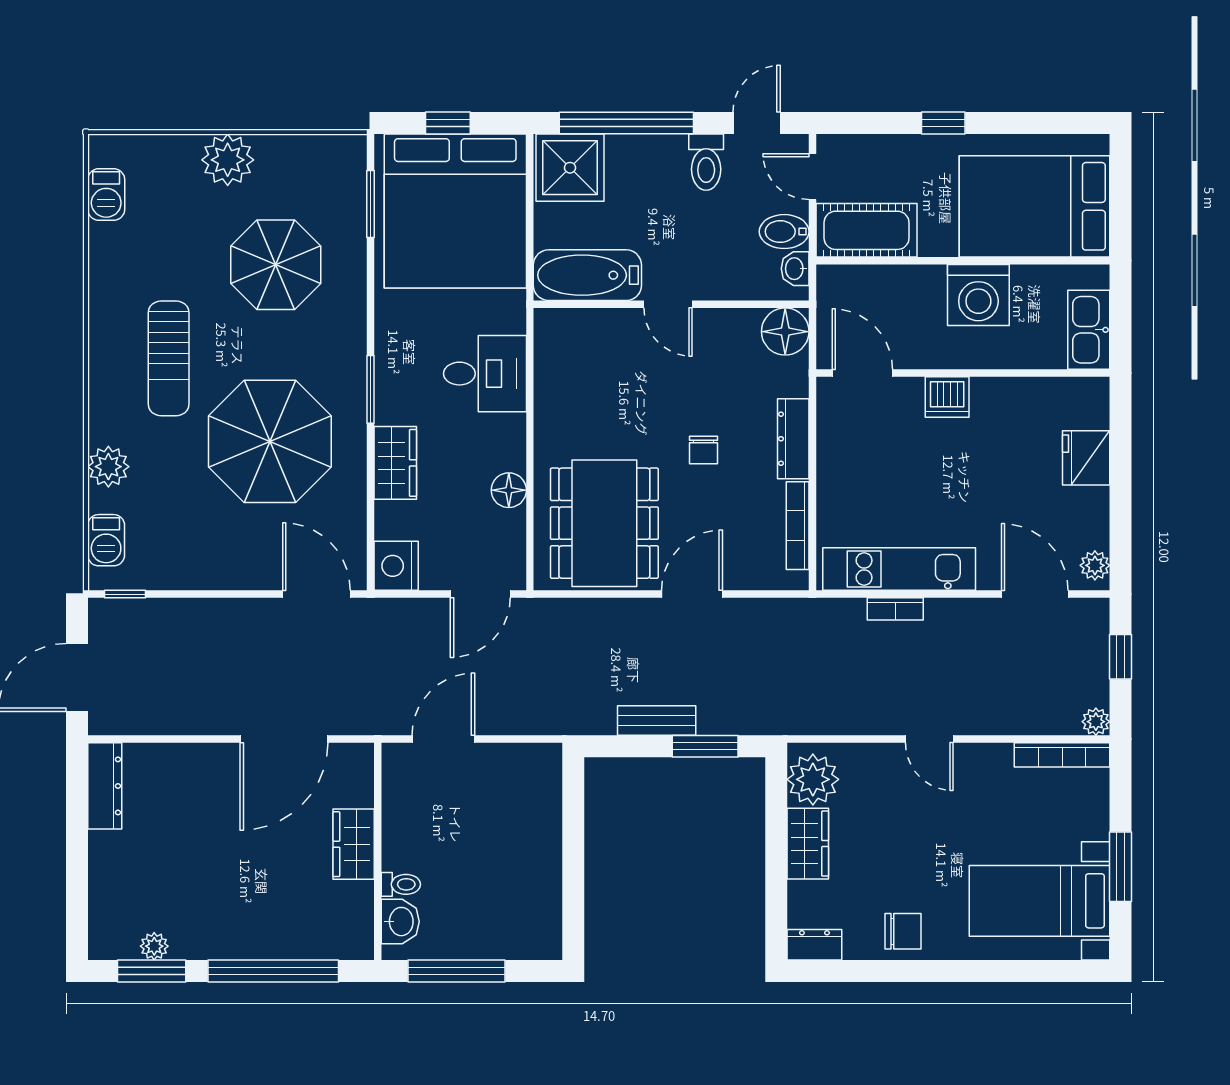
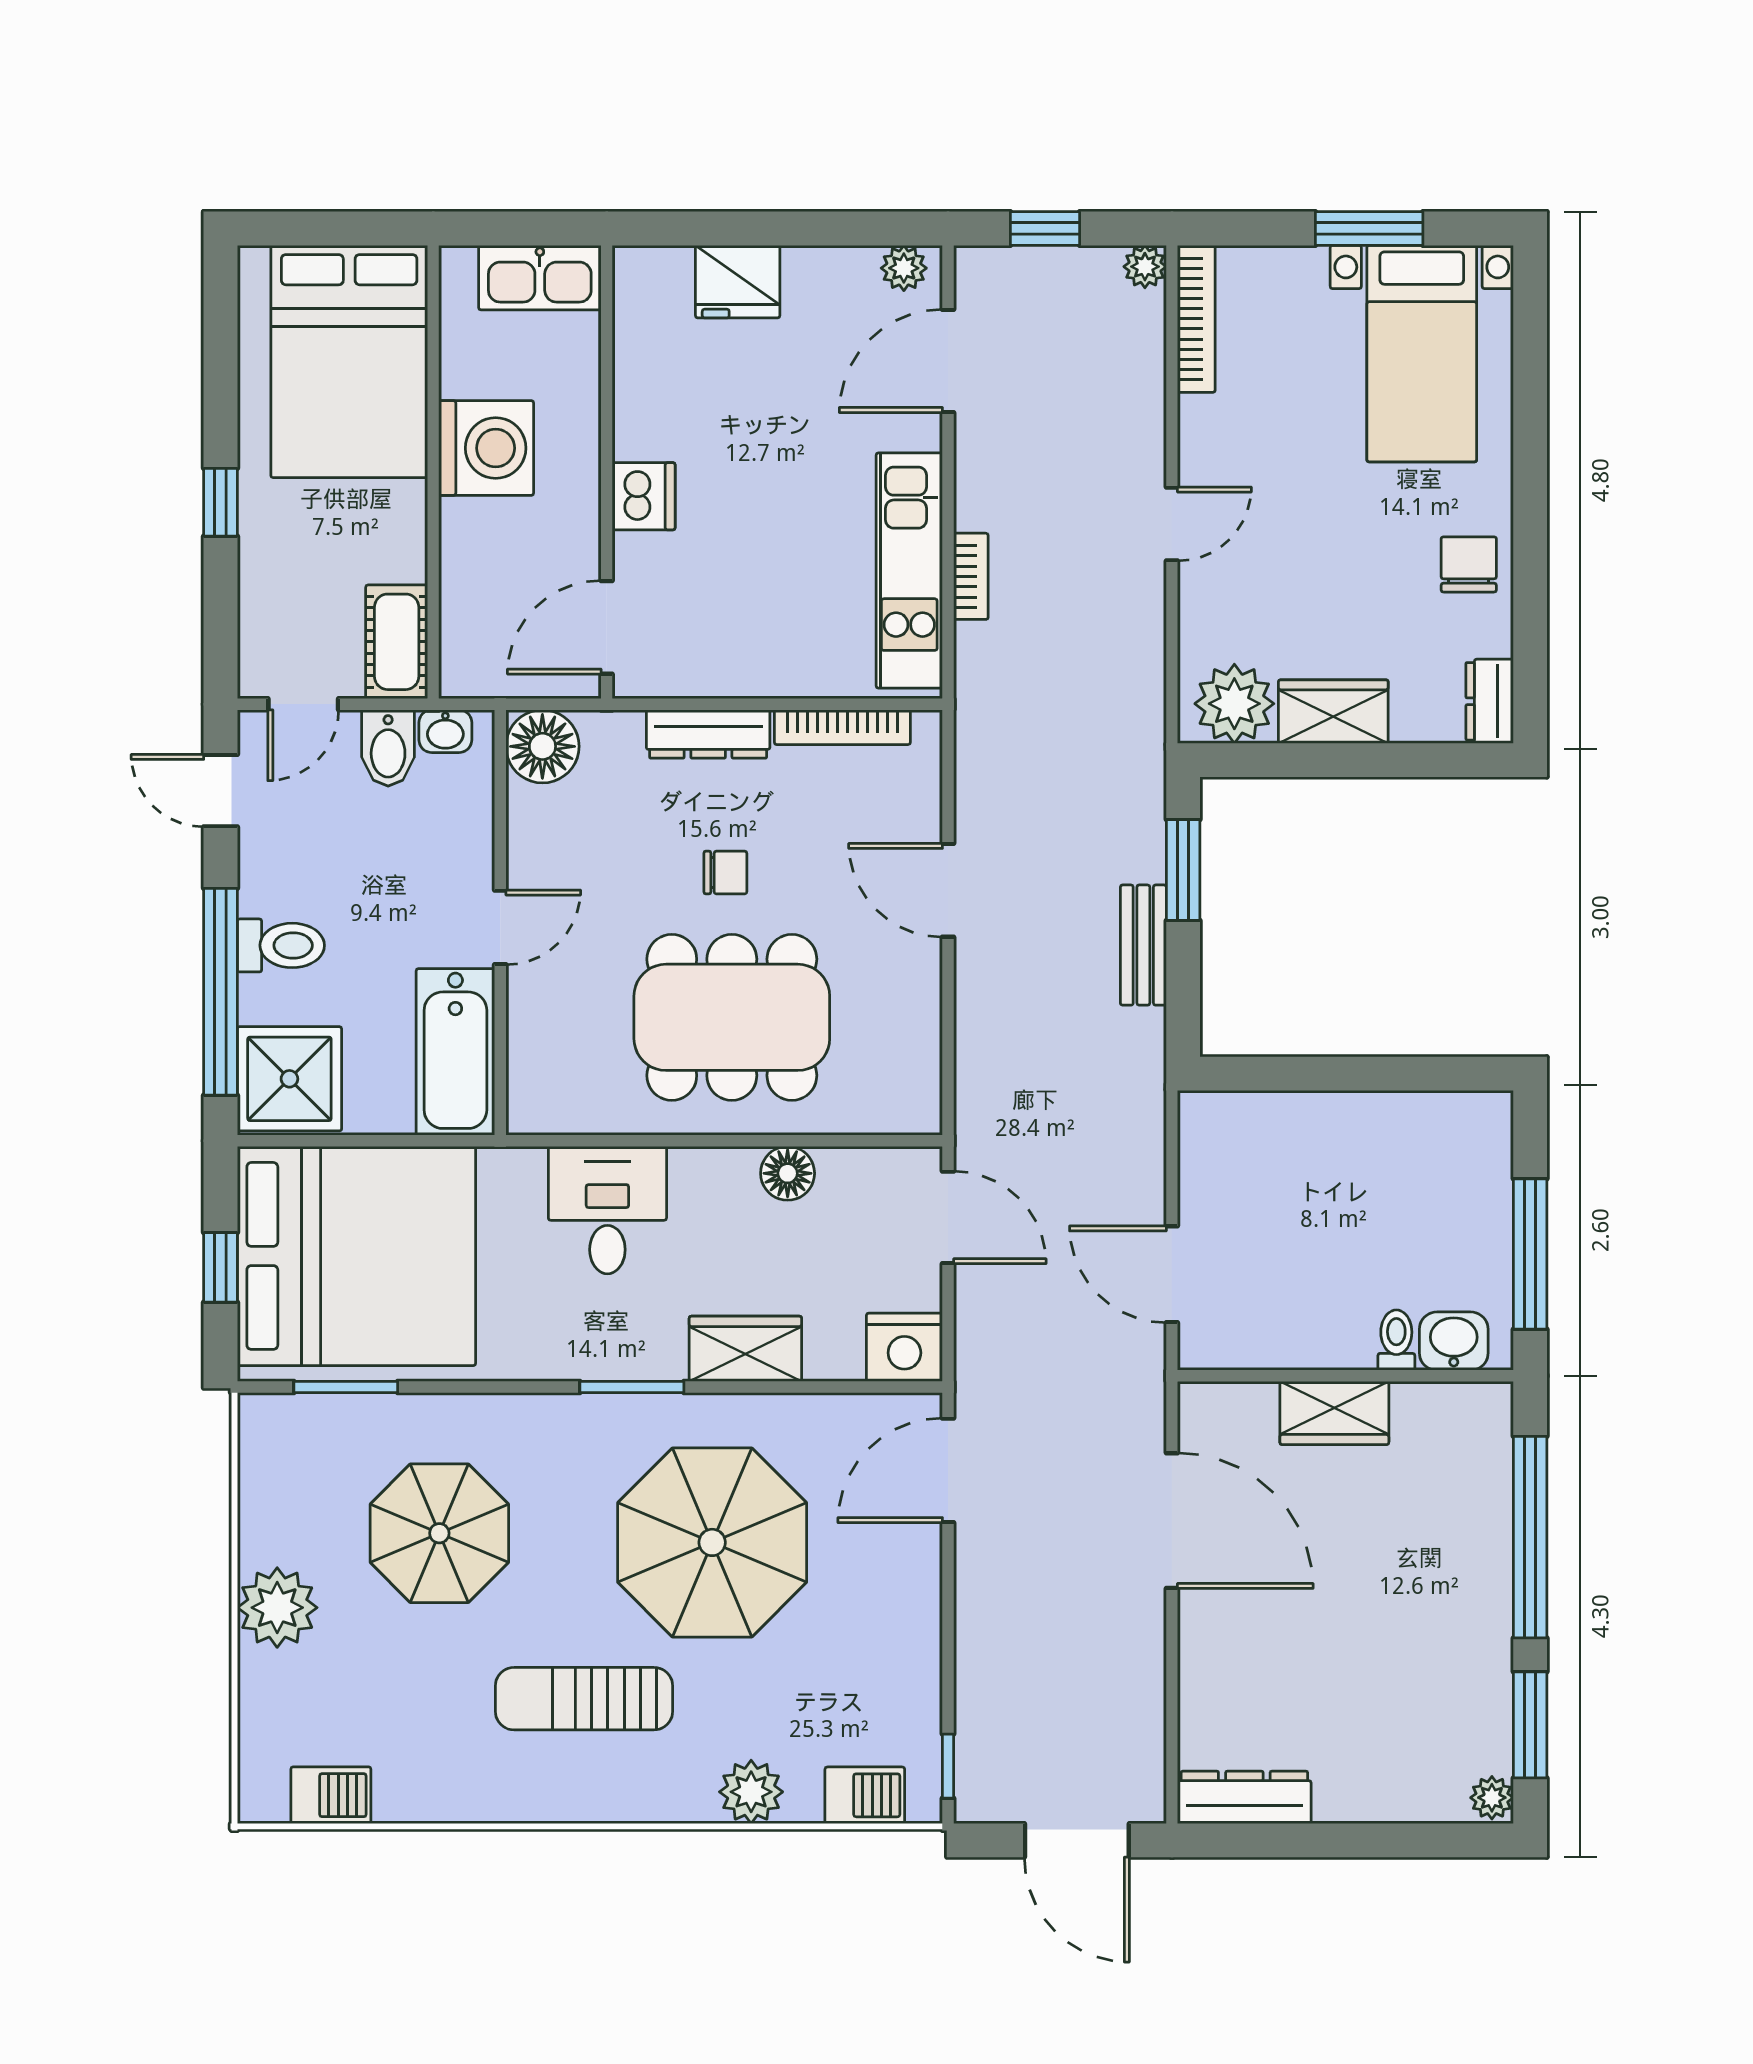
toilet: (706, 162) -> (281, 945), moved
cot: (867, 230) -> (397, 642), width x0.73, depth x0.75
sun lounger: (169, 358) -> (584, 1699), turned 180
dining table: (604, 523) -> (732, 1017), moved
plant: (154, 946) -> (1492, 1798), moved

